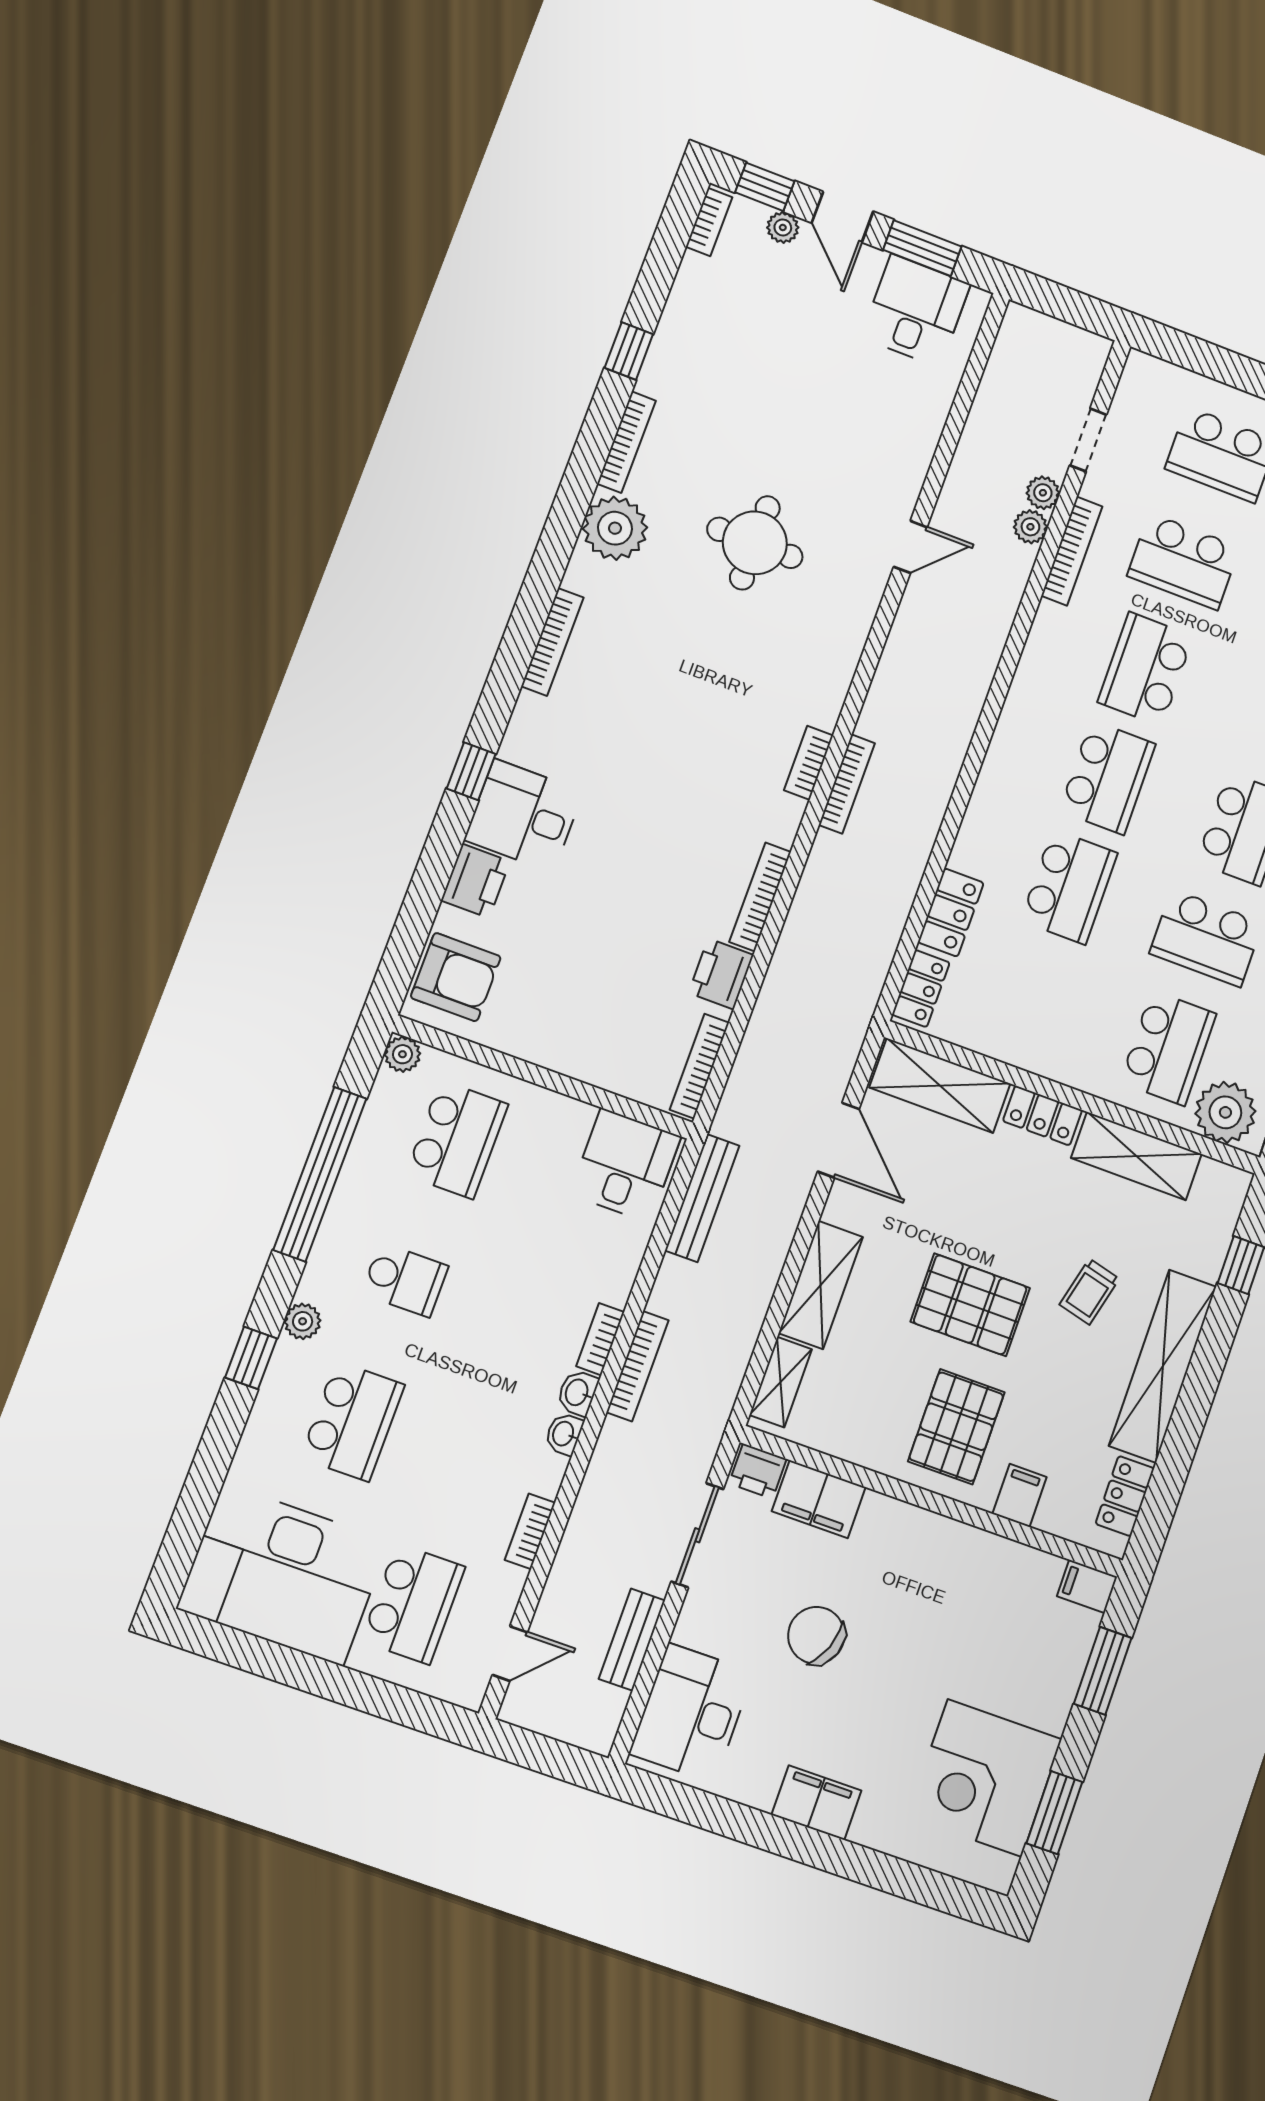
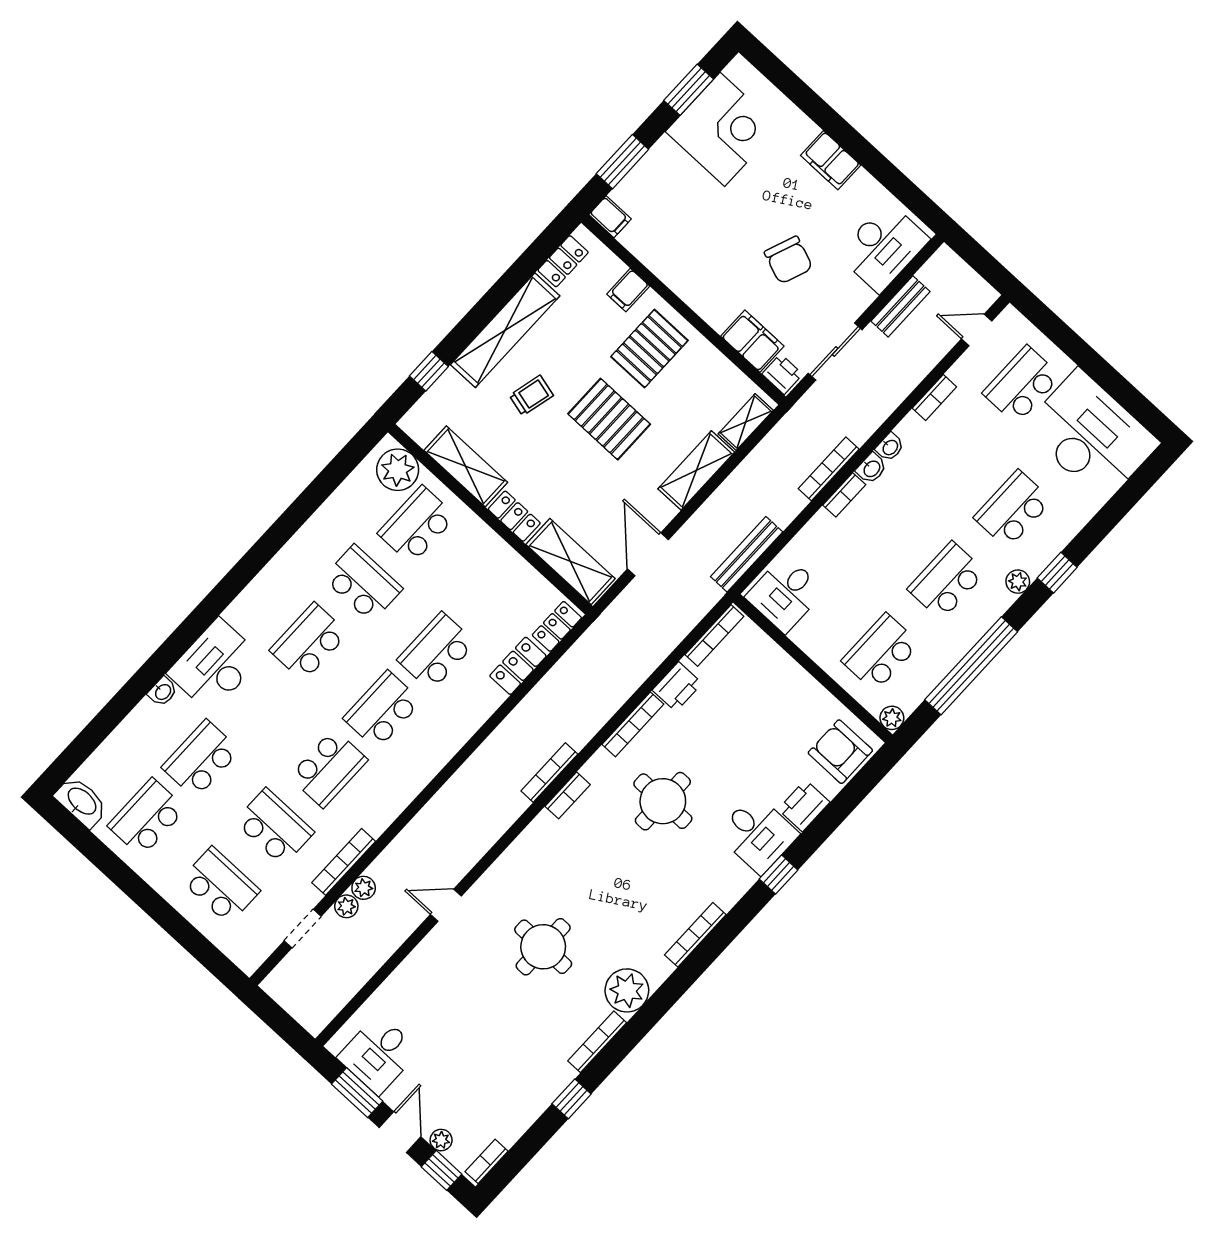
round table: (675, 808) -> (663, 801), added
school desk: (405, 1280) -> (947, 581), width x1.85

